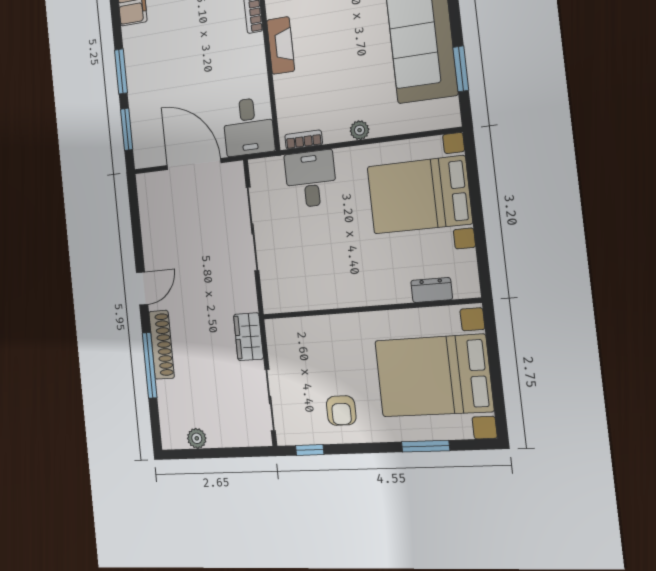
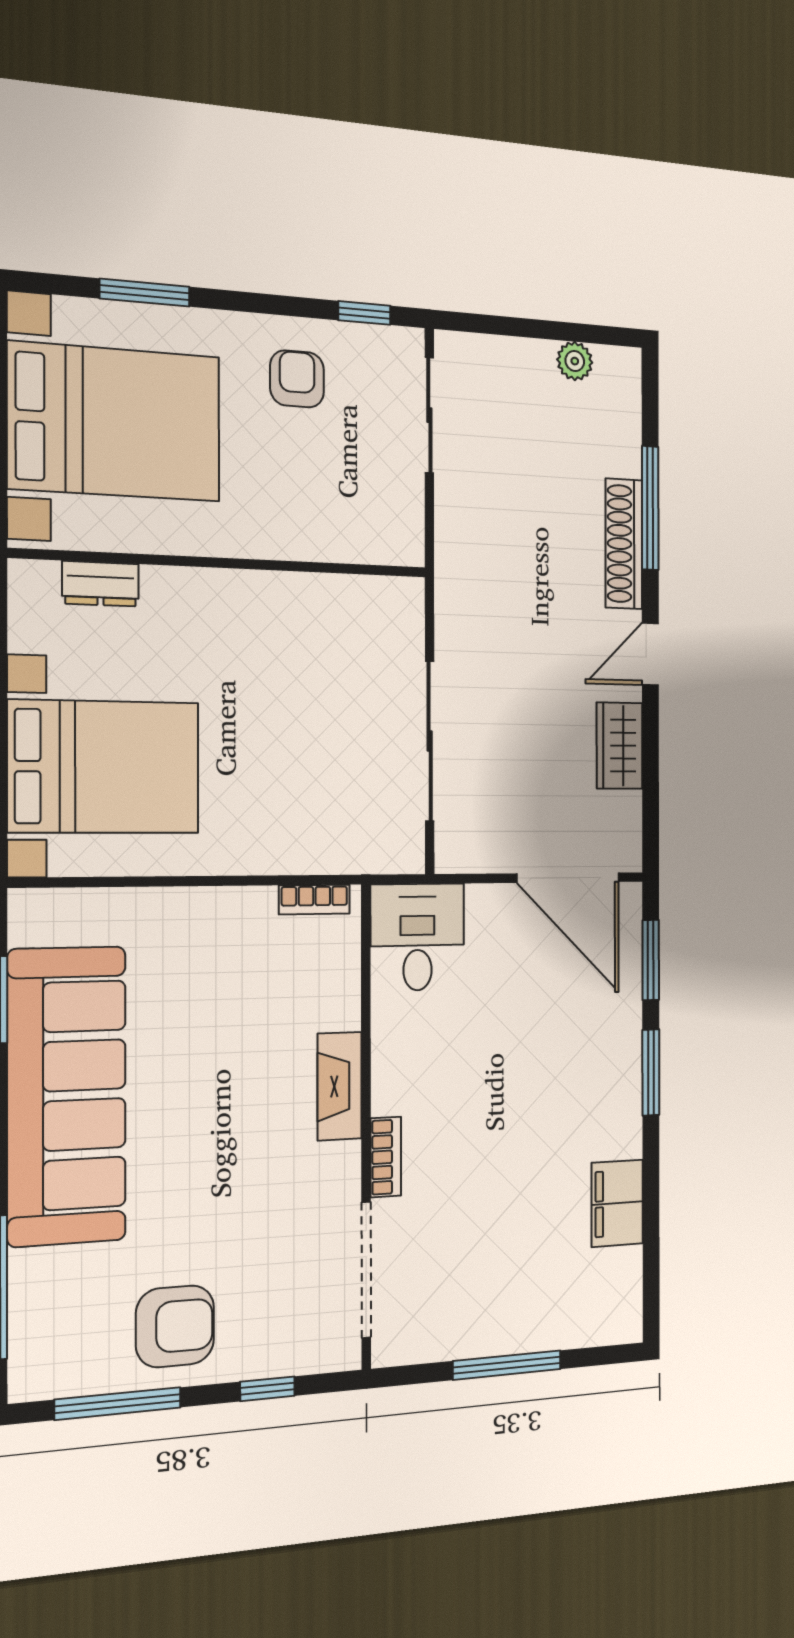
plant: (360, 130) -> (205, 905), removed
door: (194, 164) -> (568, 878), moved
desk: (311, 179) -> (309, 823), removed
wardrobe: (248, 337) -> (620, 746), moved, turned 180

